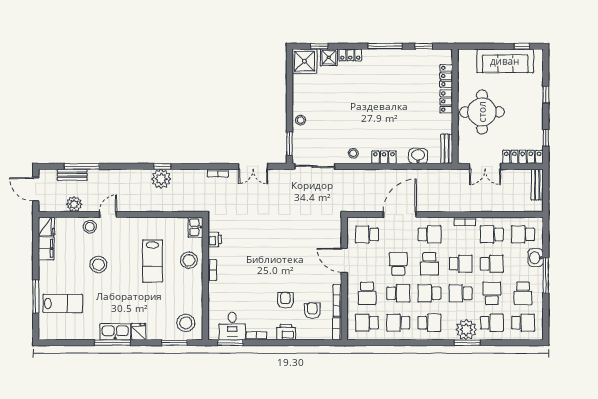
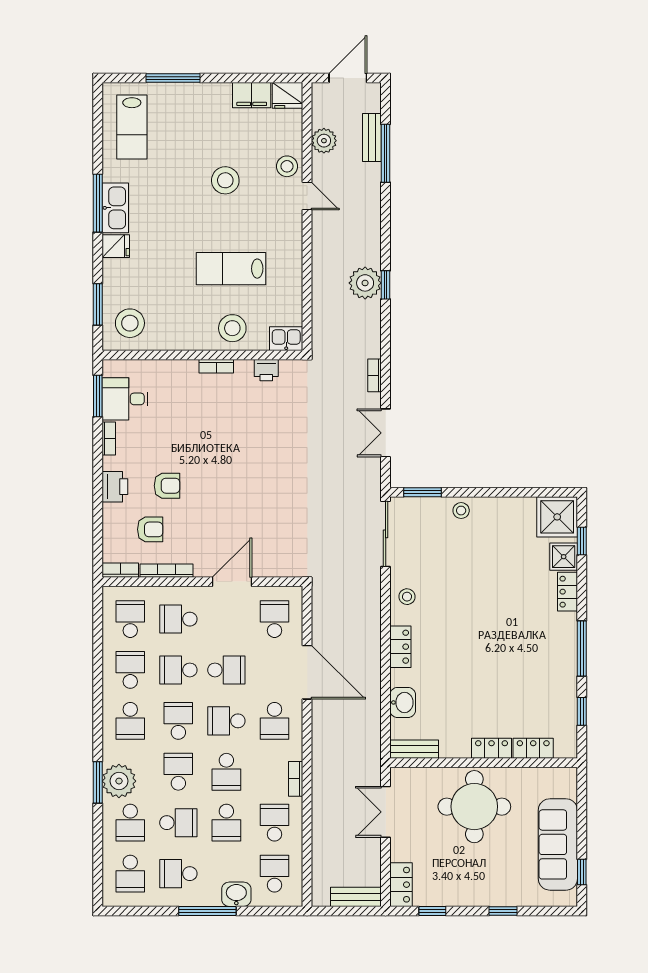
locker: (523, 157) -> (401, 885), width x0.66
school desk: (398, 293) -> (178, 670), turned 90
lab bench: (63, 303) -> (132, 127), moved

